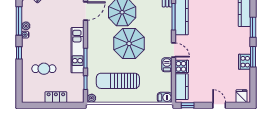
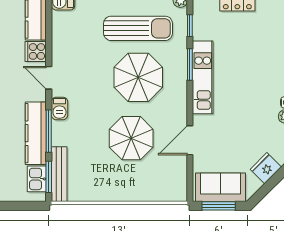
parasol: (129, 44) -> (138, 77), moved
barbecue: (167, 65) -> (59, 108), moved
cafe table: (44, 69) -> (257, 48), removed

